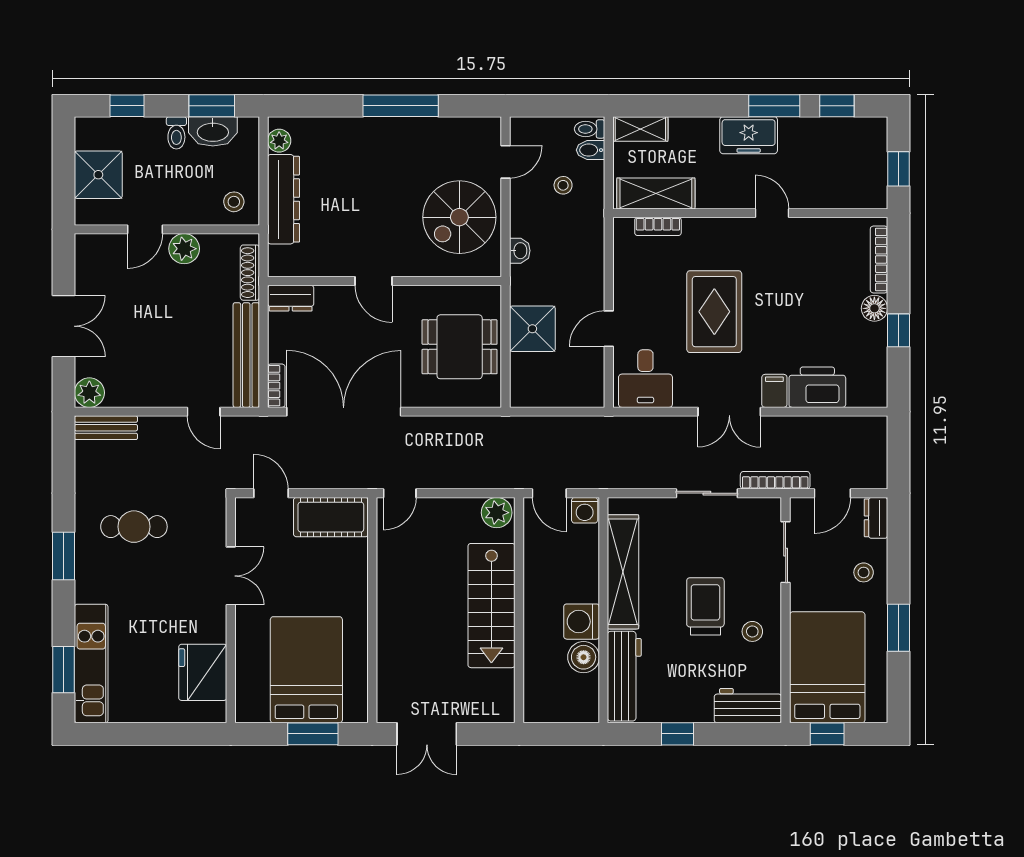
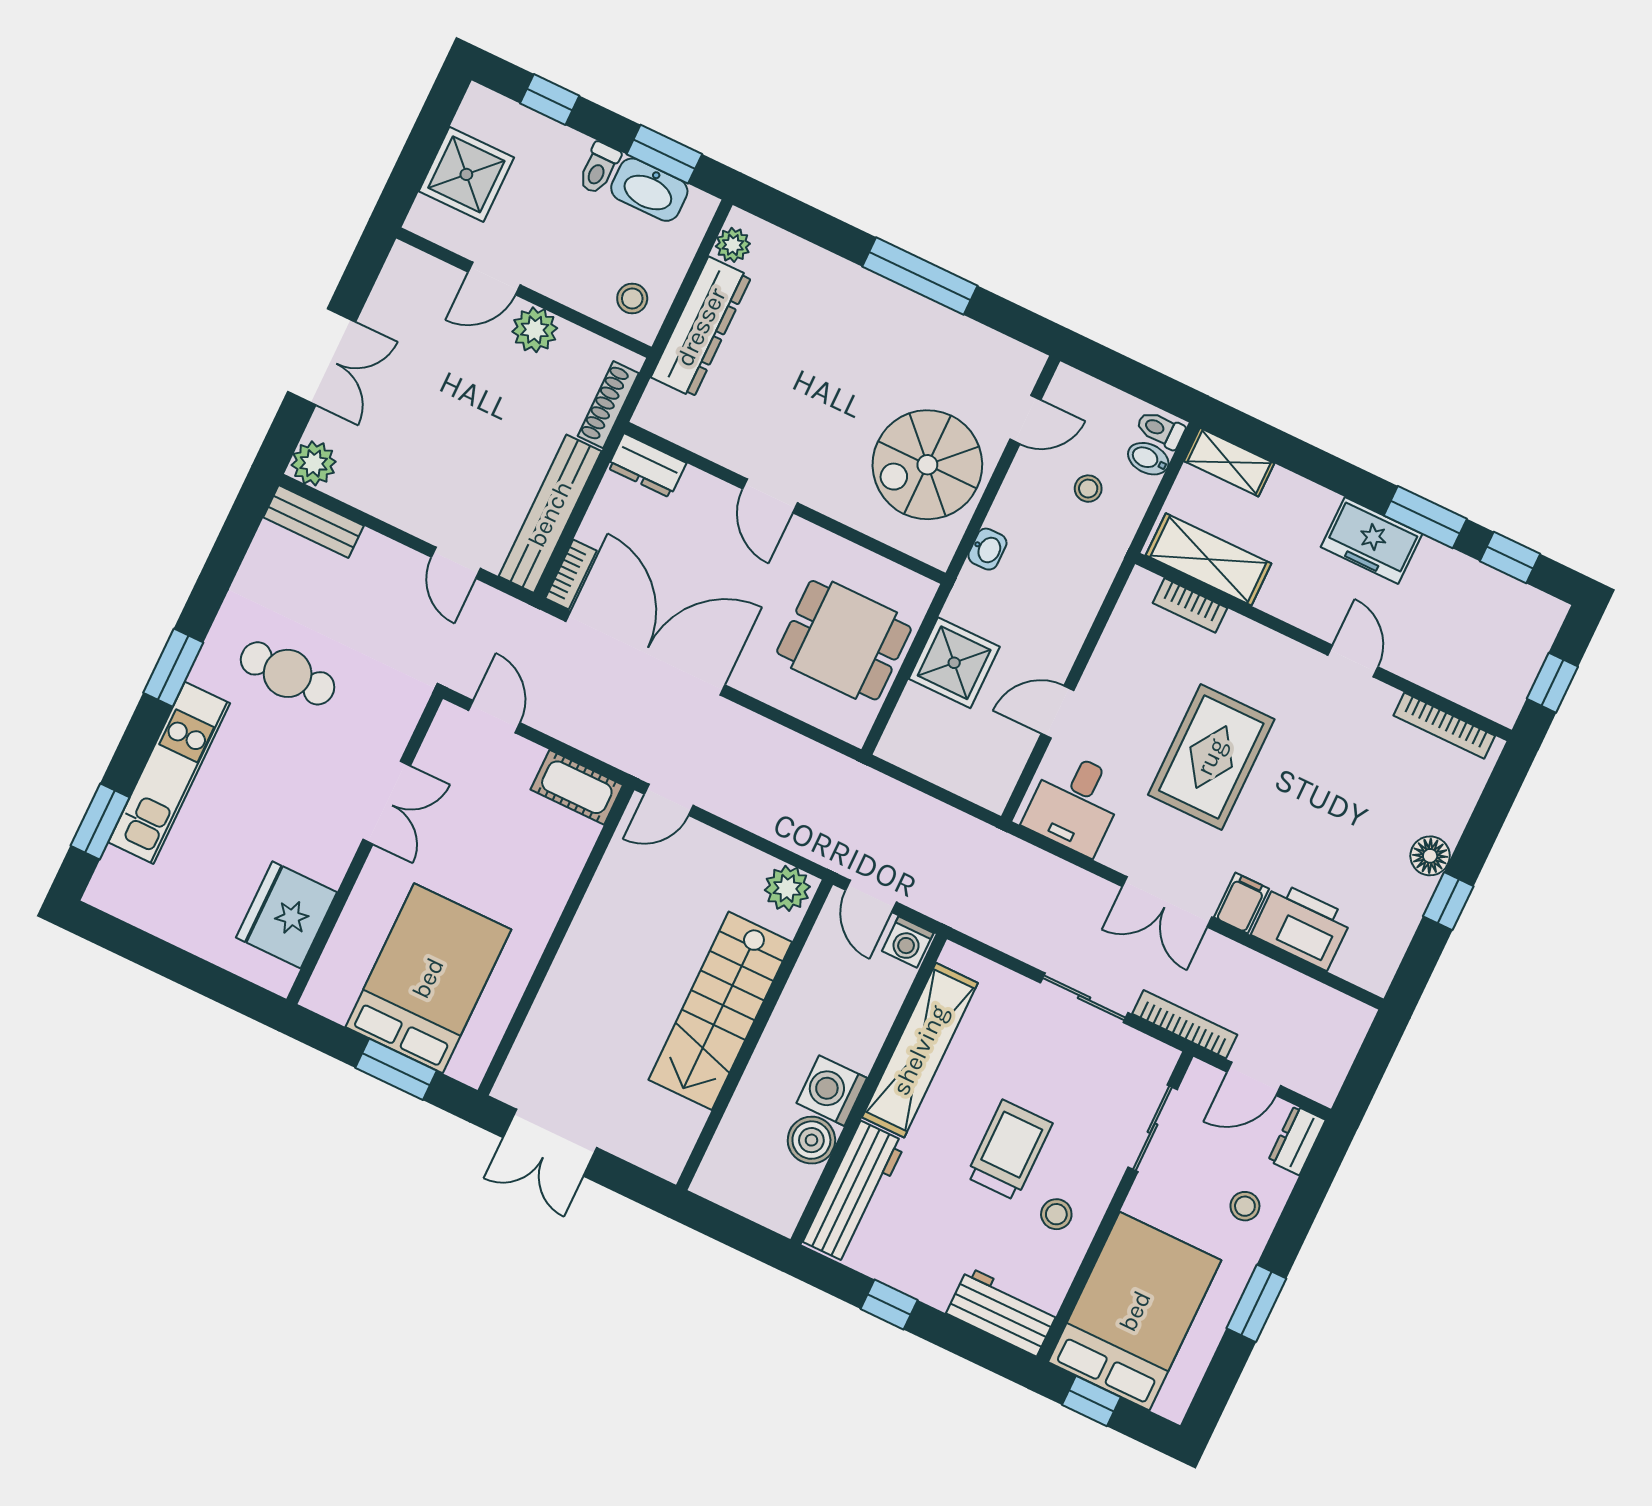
bookcase: (879, 259) -> (1444, 726), moved, turned -90
cot: (331, 517) -> (577, 787), width x0.73, depth x0.75
kitchen unit: (91, 664) -> (169, 773), moved

